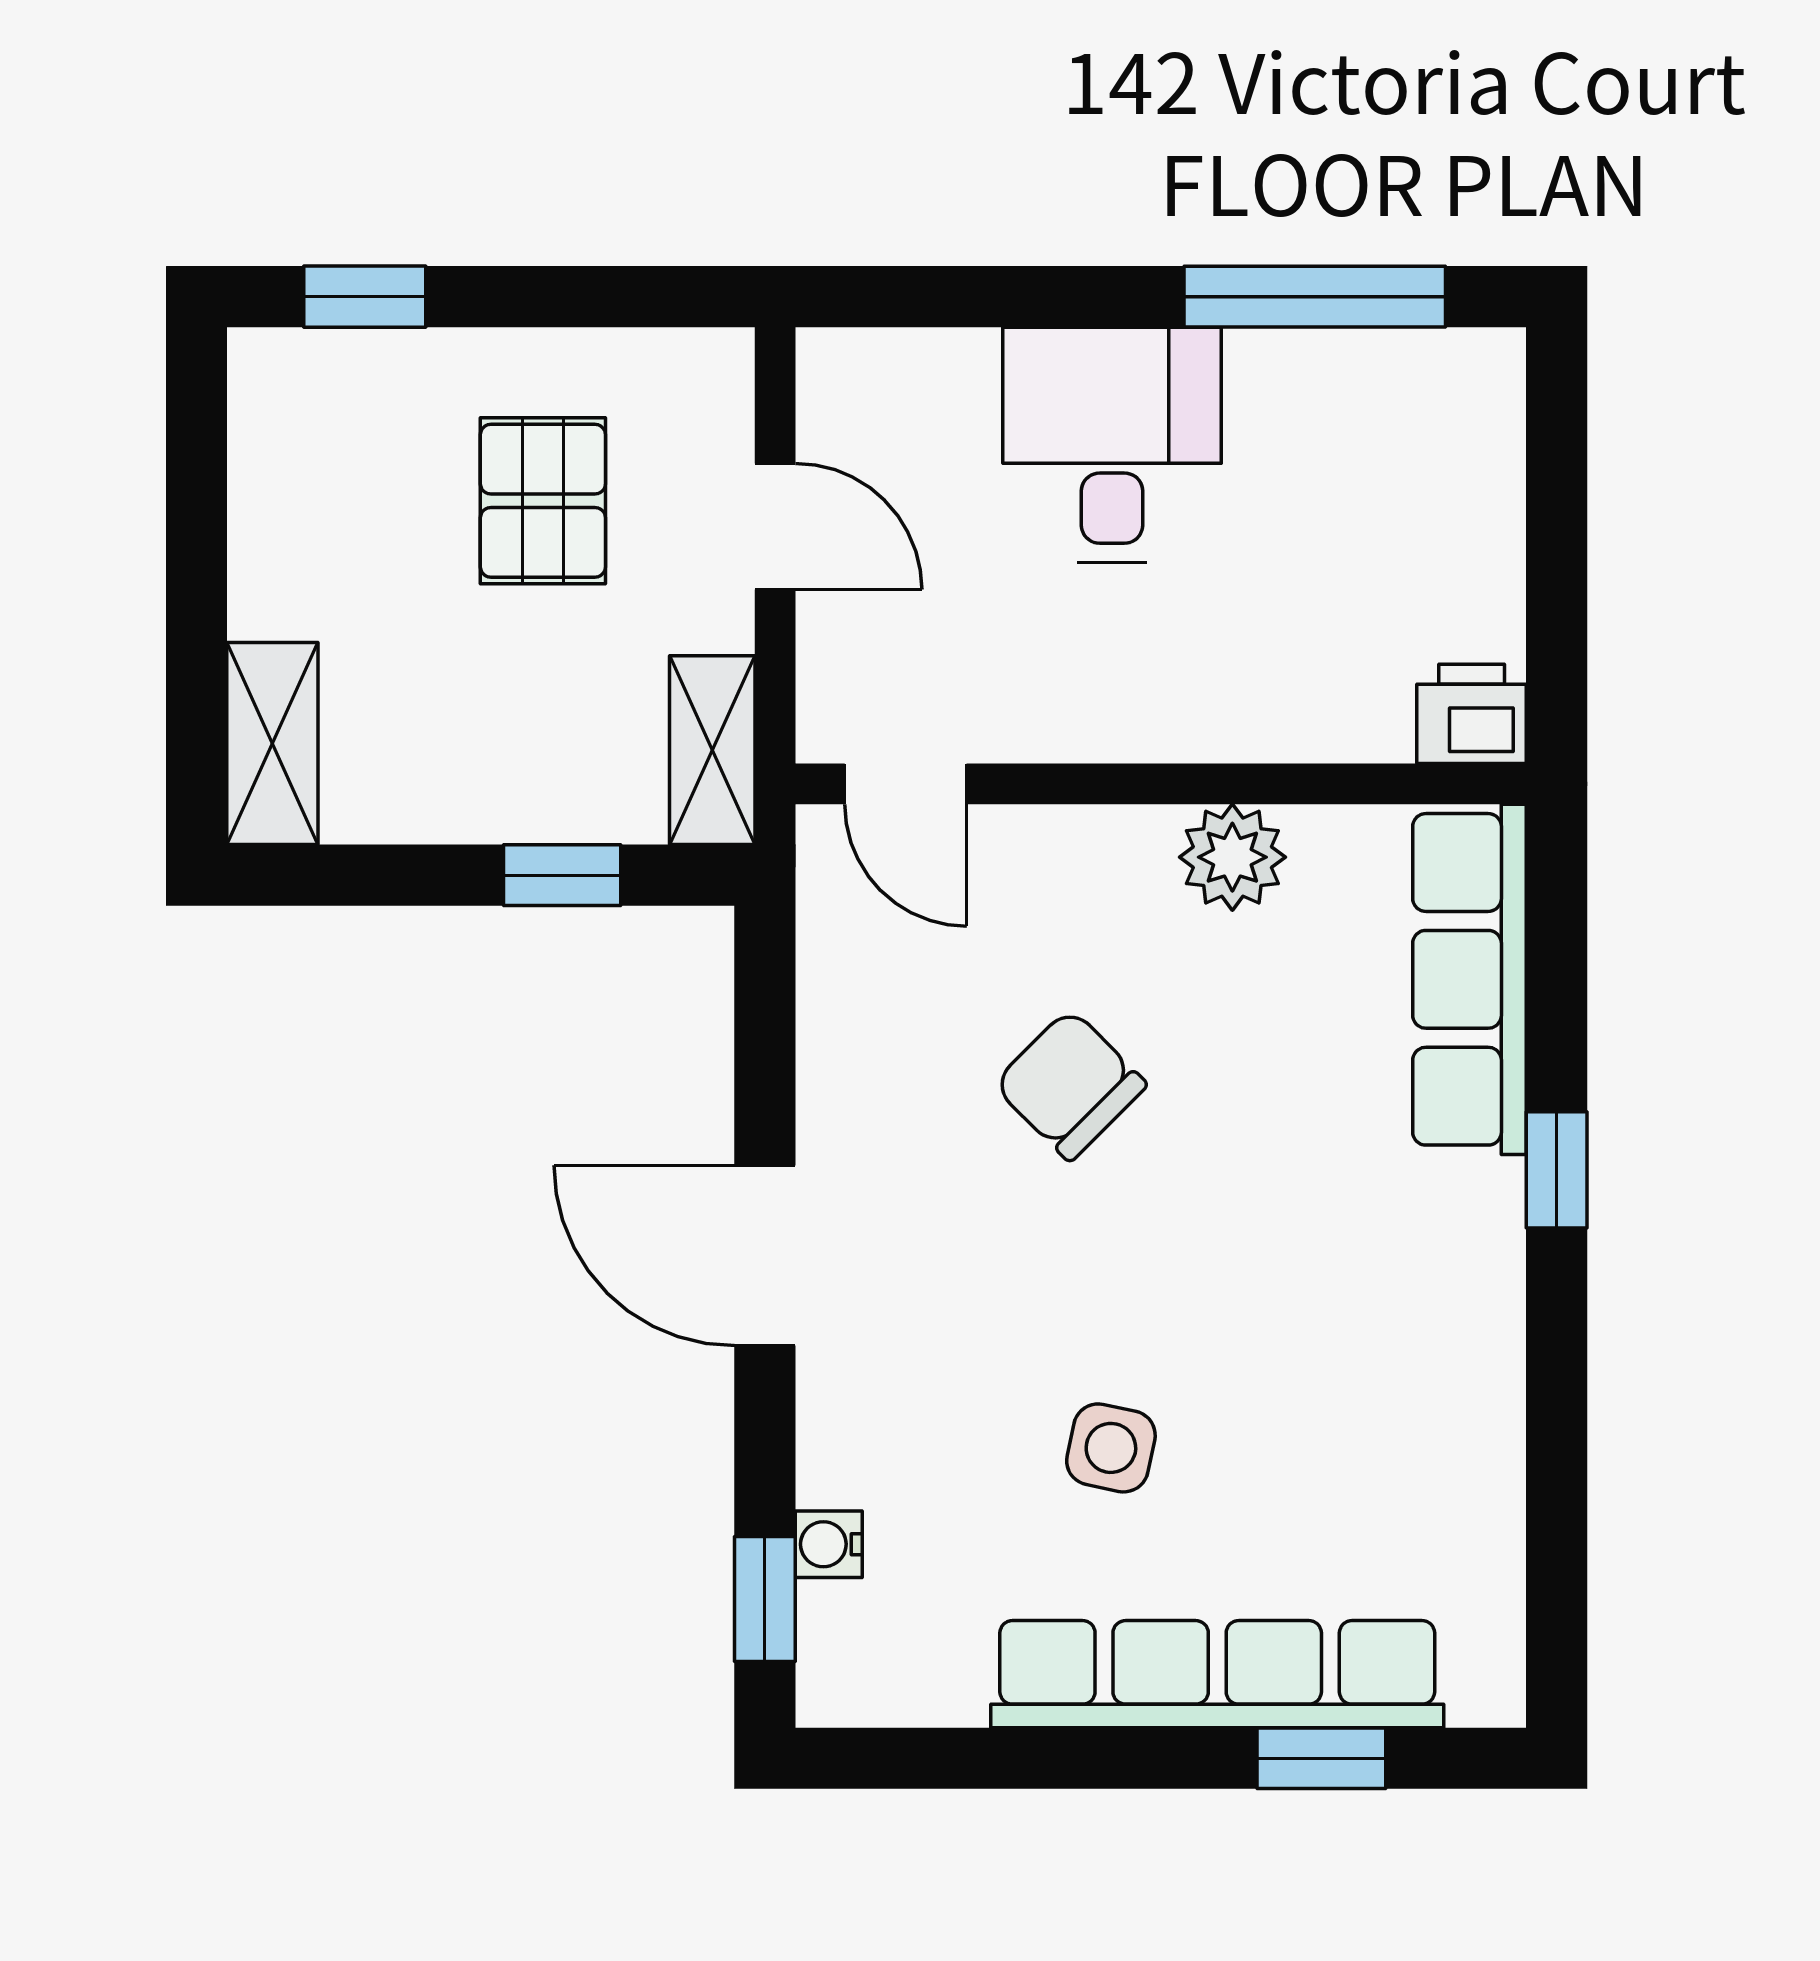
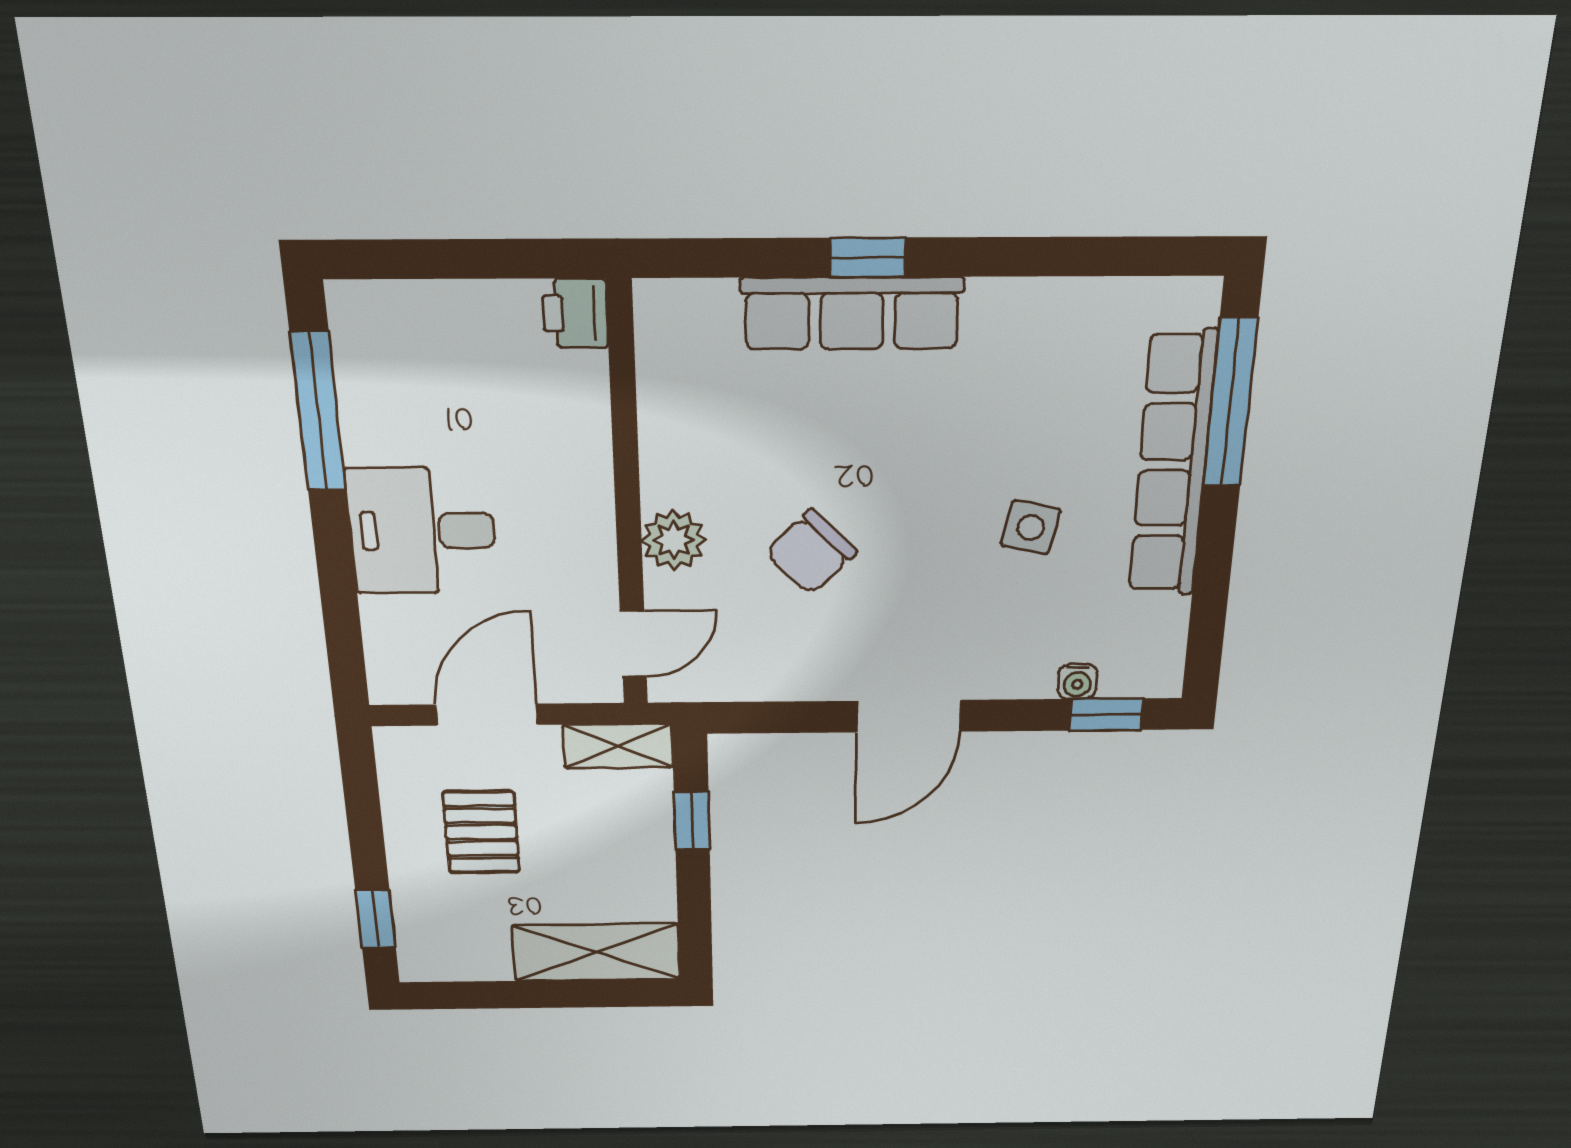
pallet: (543, 501) -> (481, 832), turned 90
door: (775, 526) -> (487, 715), width x1.38
shelving: (272, 744) -> (596, 952), width x1.50, depth x1.33
plant: (1232, 857) -> (674, 540), moved
row of seats: (1470, 979) -> (852, 313), moved
window: (1321, 1758) -> (1230, 403), width x2.17

